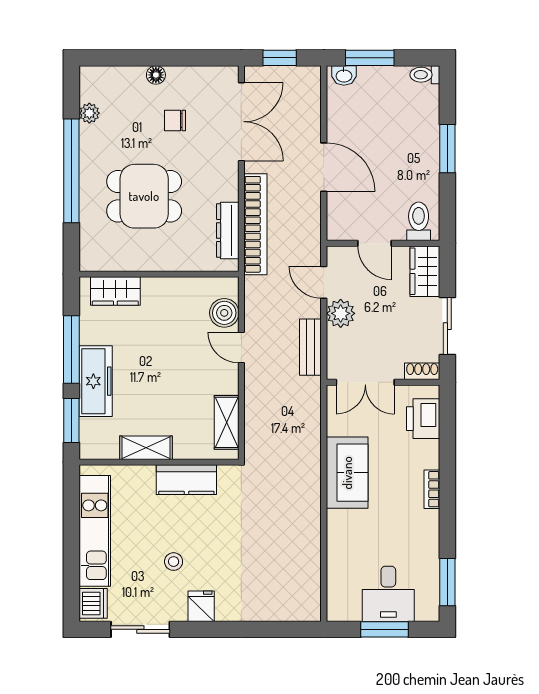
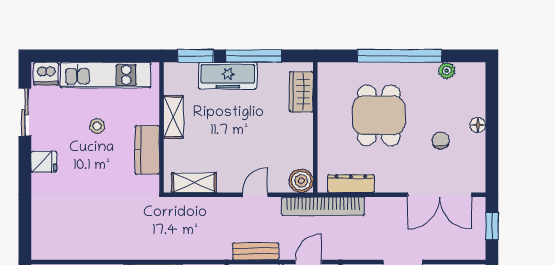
bookcase: (255, 224) -> (323, 206), moved
boiler: (224, 313) -> (301, 181), moved
stool: (174, 562) -> (97, 126), moved

